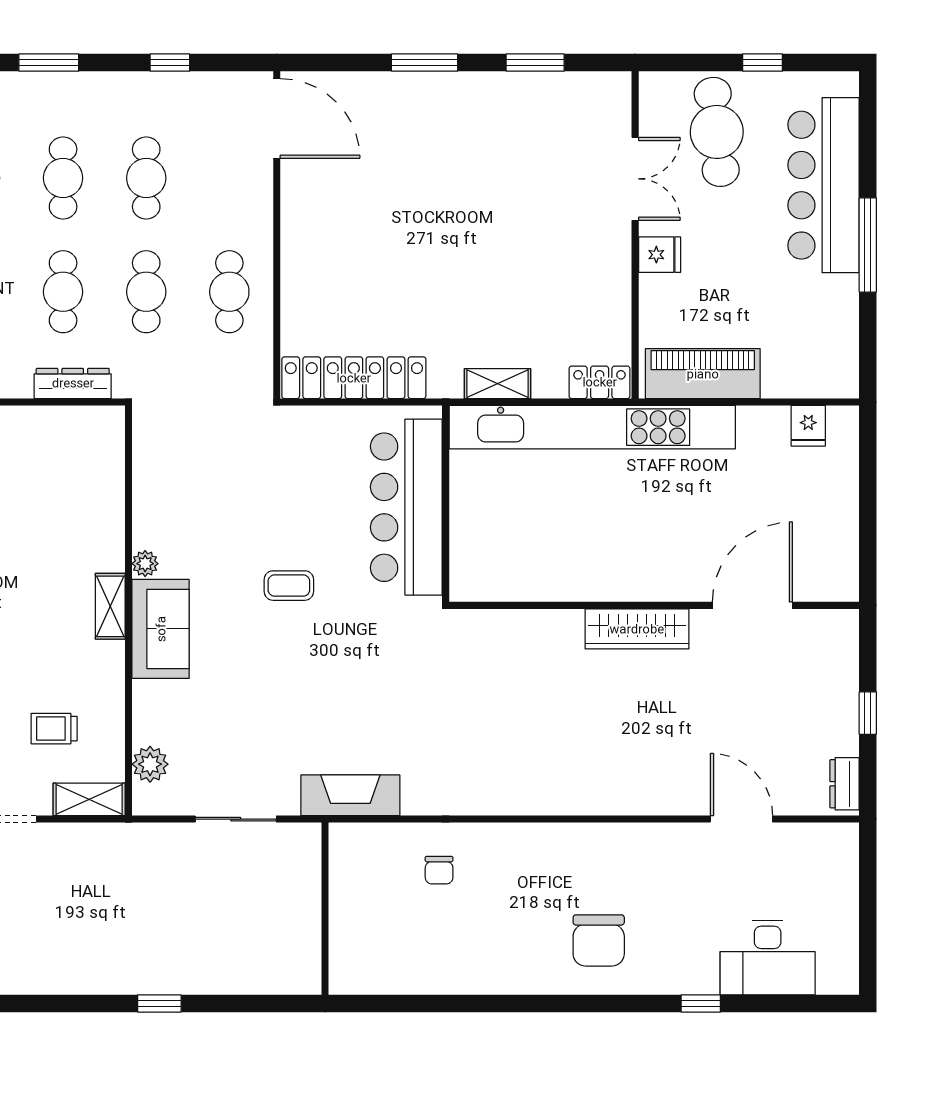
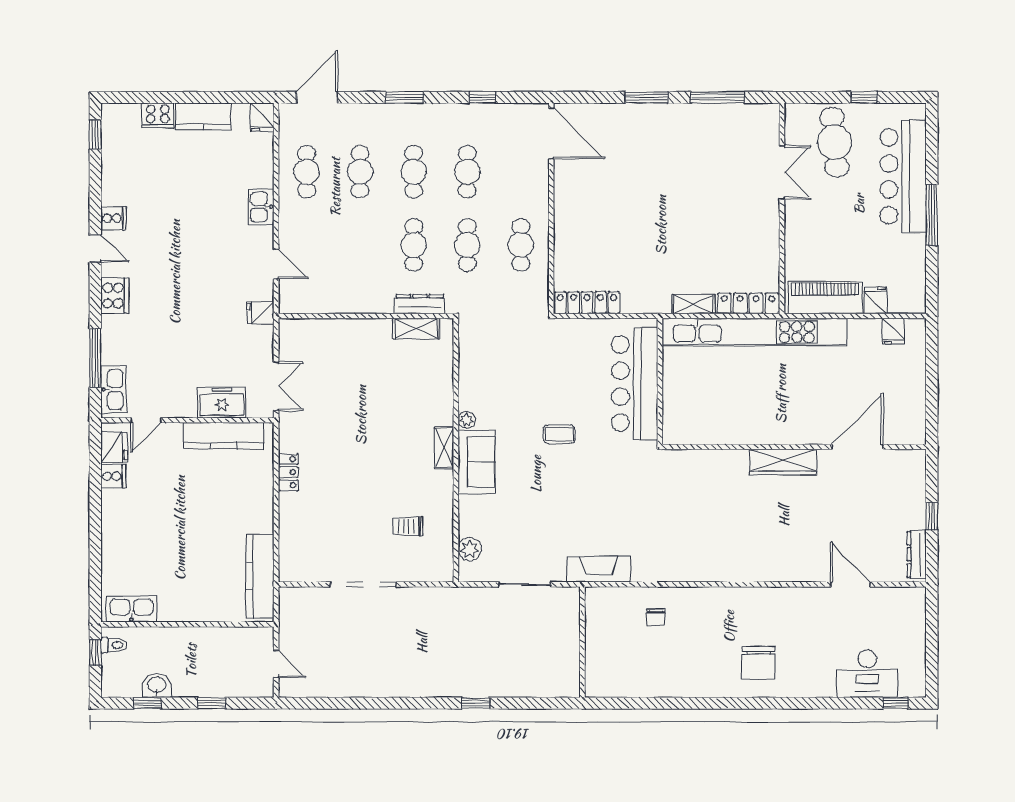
window: (535, 63) -> (718, 97), width x1.44
fridge: (660, 255) -> (876, 300), moved, turned -90
locker: (354, 378) -> (587, 303), width x0.71, depth x0.83
locker: (600, 382) -> (748, 303), width x1.53
dresser: (844, 784) -> (917, 554), width x1.44
shelving: (89, 799) -> (416, 329), moved
window: (701, 1003) -> (896, 703), moved

